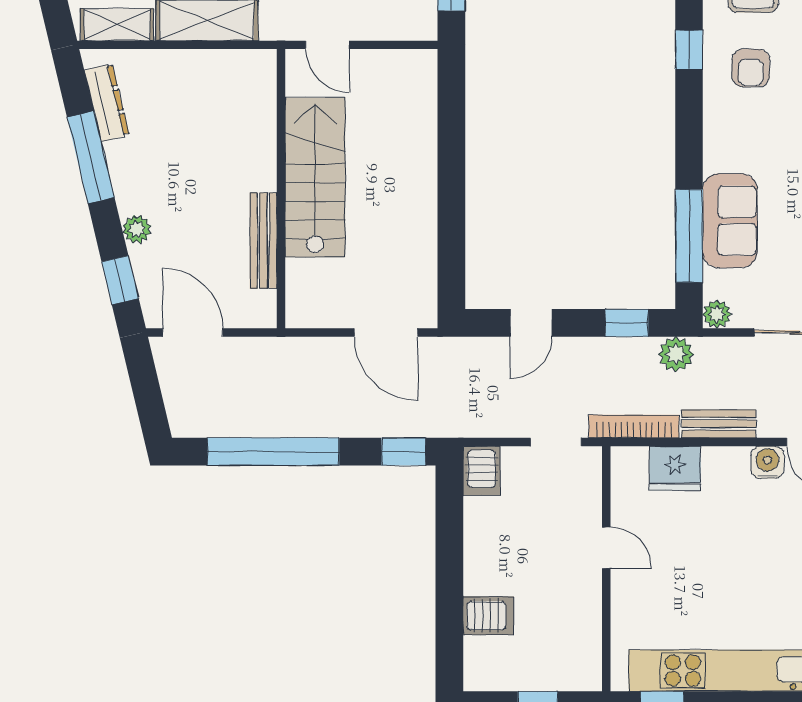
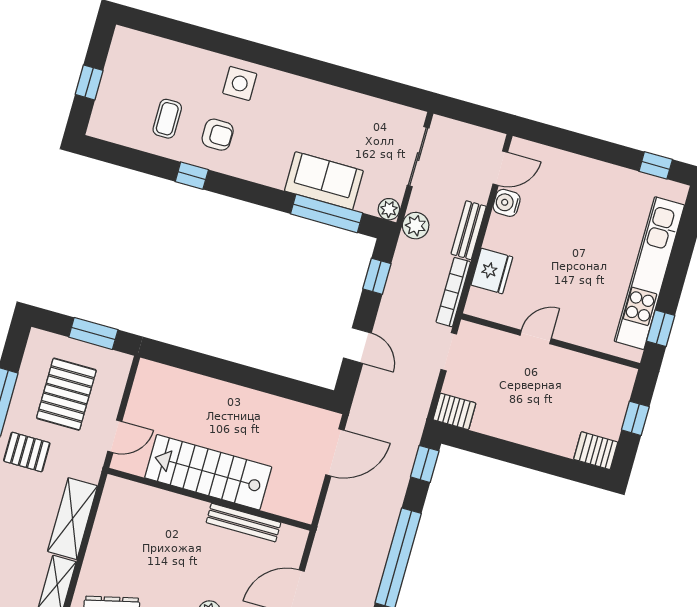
plant: (676, 354) -> (416, 226), moved
server rack: (488, 616) -> (596, 451), moved, turned -90

